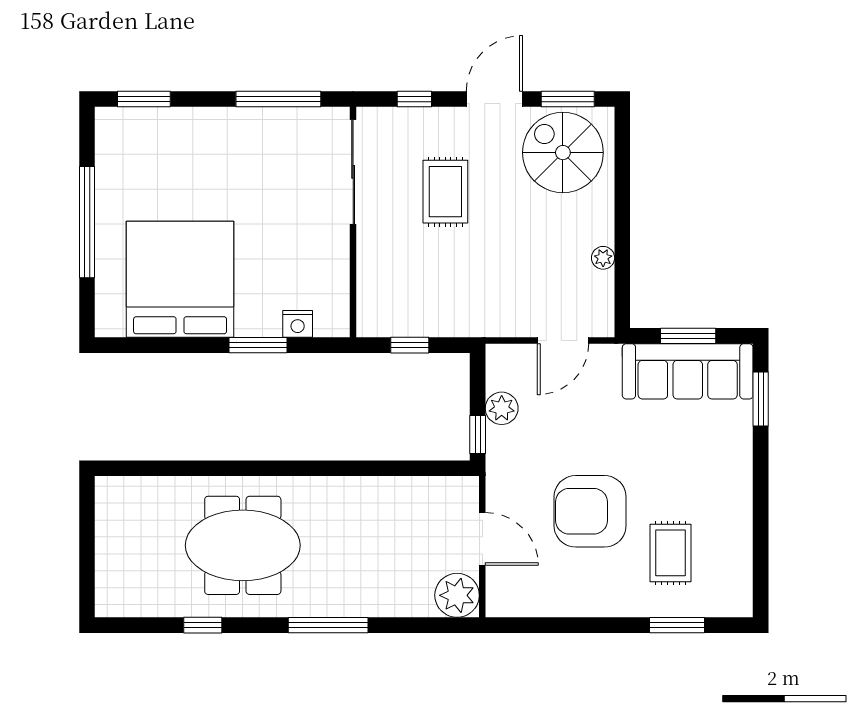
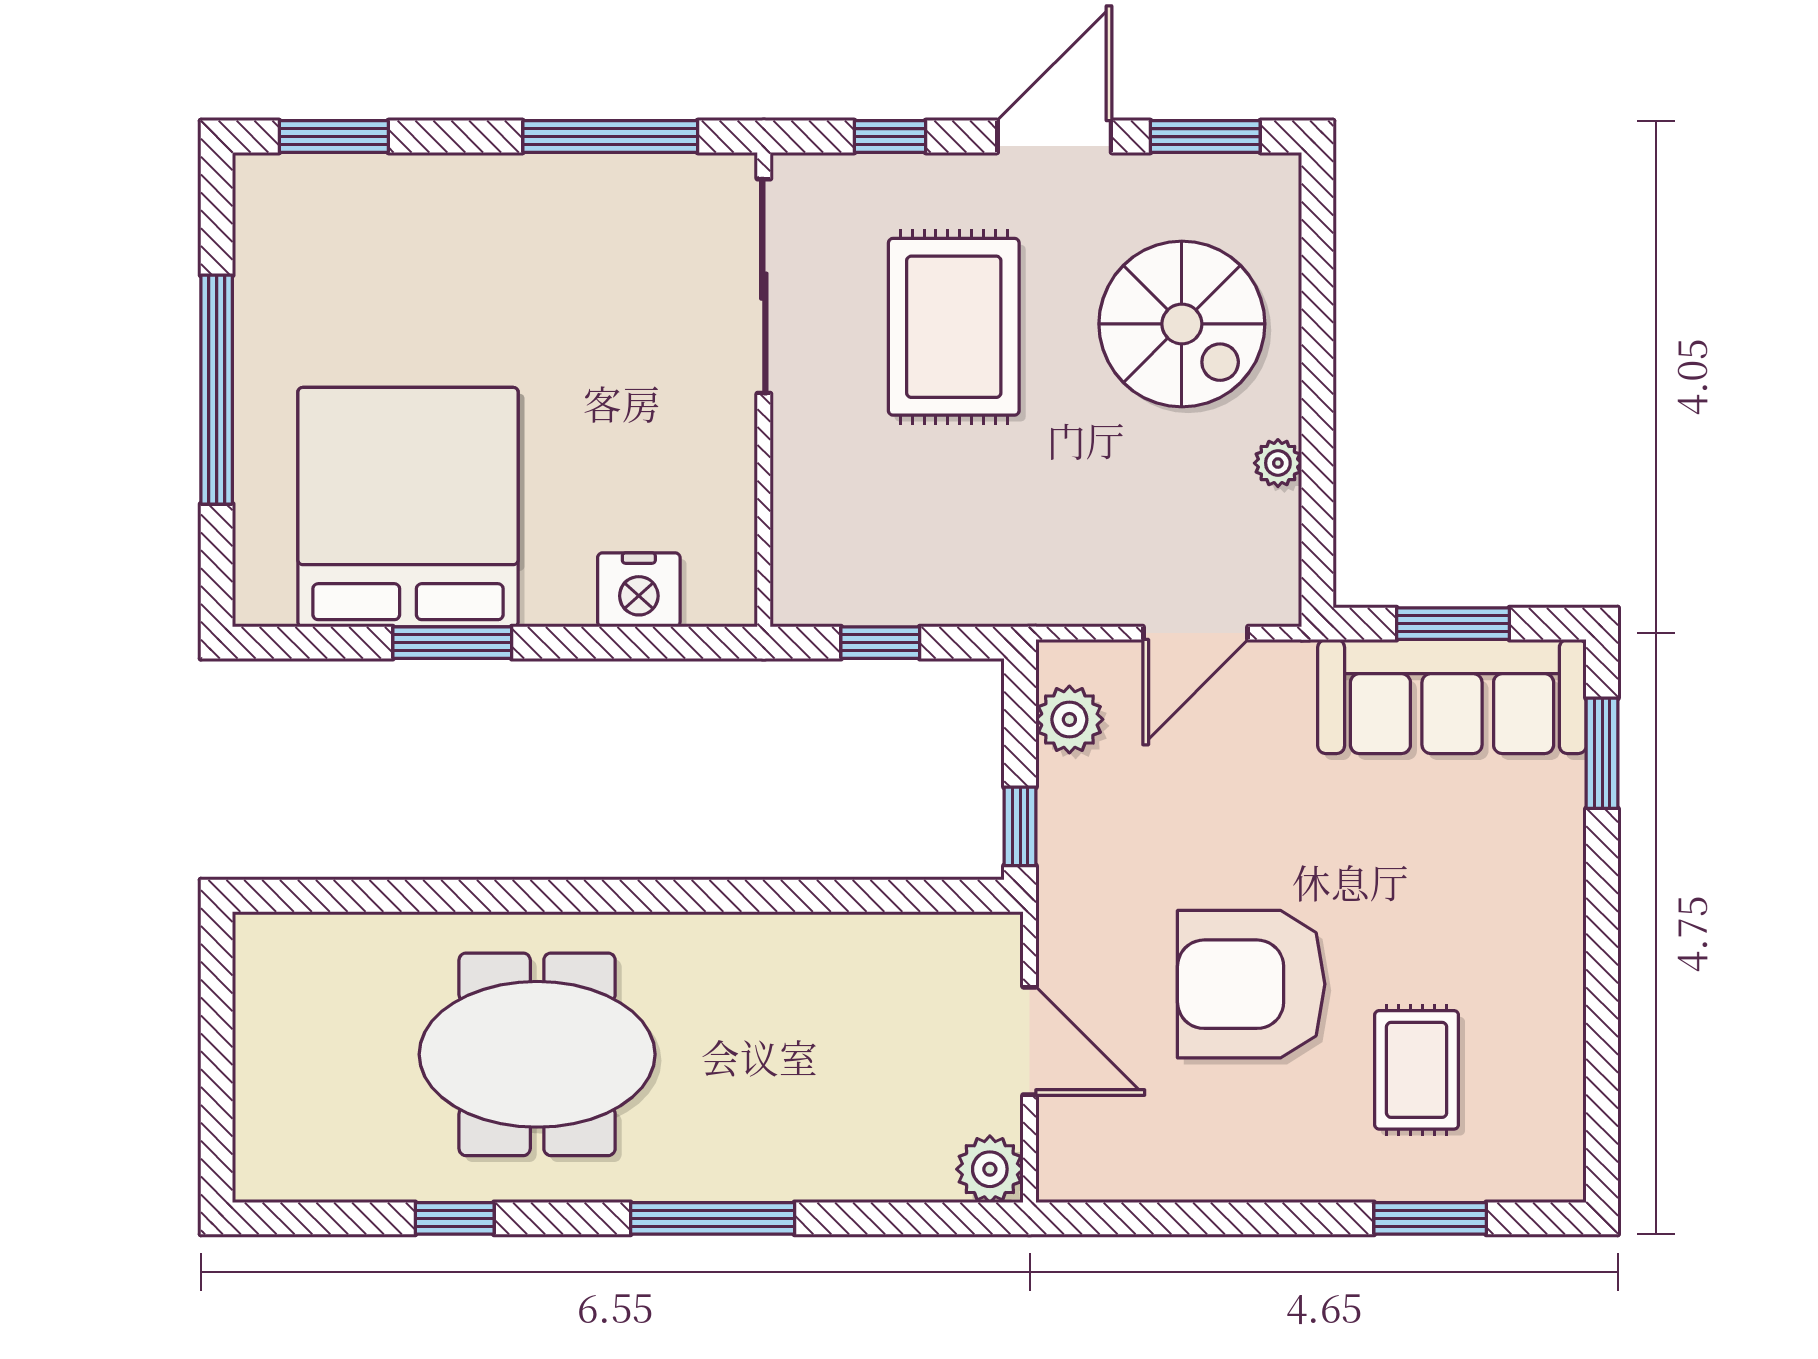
spiral stairs: (563, 153) -> (1182, 324), moved, turned 180
rug: (445, 192) -> (954, 327), width x1.36, depth x1.43
nightstand: (298, 324) -> (639, 590), width x1.36, depth x1.33
window: (258, 345) -> (452, 643), moved
plant: (502, 408) -> (1069, 719), moved
plant: (457, 595) -> (990, 1169), width x0.73, depth x0.73

